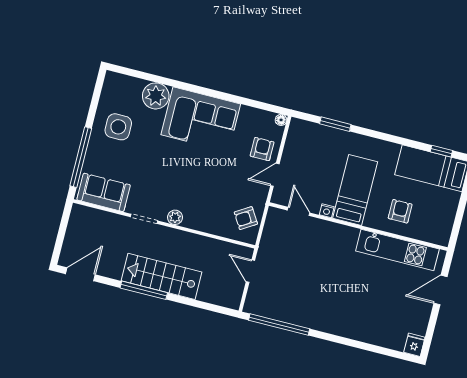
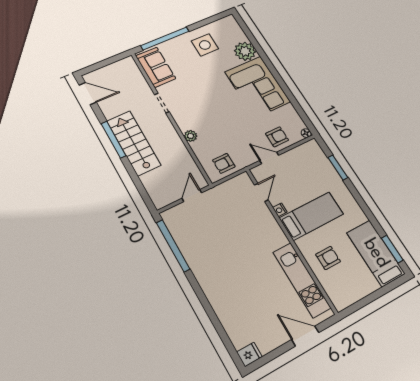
window: (441, 151) -> (392, 249), width x1.50
plant: (175, 217) -> (191, 136), moved
armchair: (246, 218) -> (224, 163), turned -58

